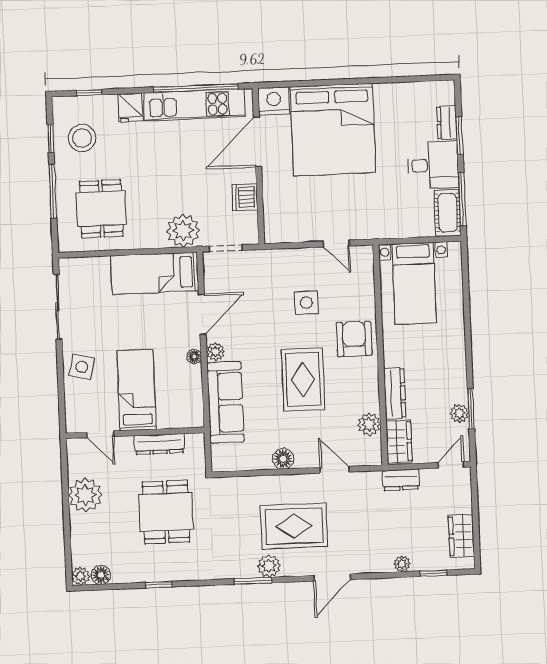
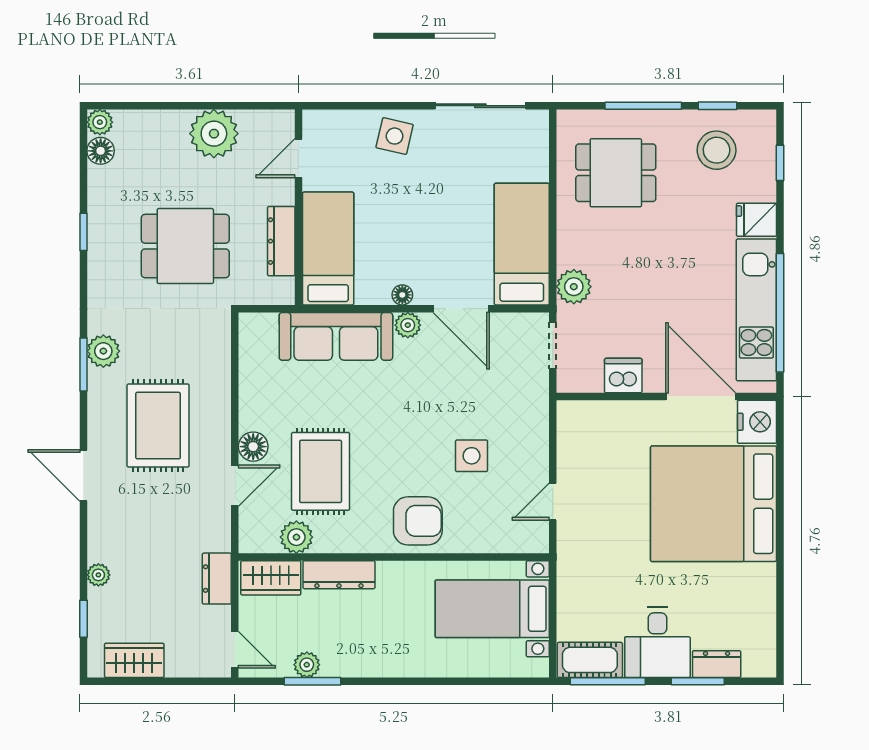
plant: (183, 231) -> (574, 287), width x0.73, depth x0.73
rug: (303, 379) -> (321, 471), moved, turned 90
bed: (136, 390) -> (328, 249), moved, turned -90
floor lamp: (283, 459) -> (253, 447), moved
plant: (269, 566) -> (103, 351), moved

